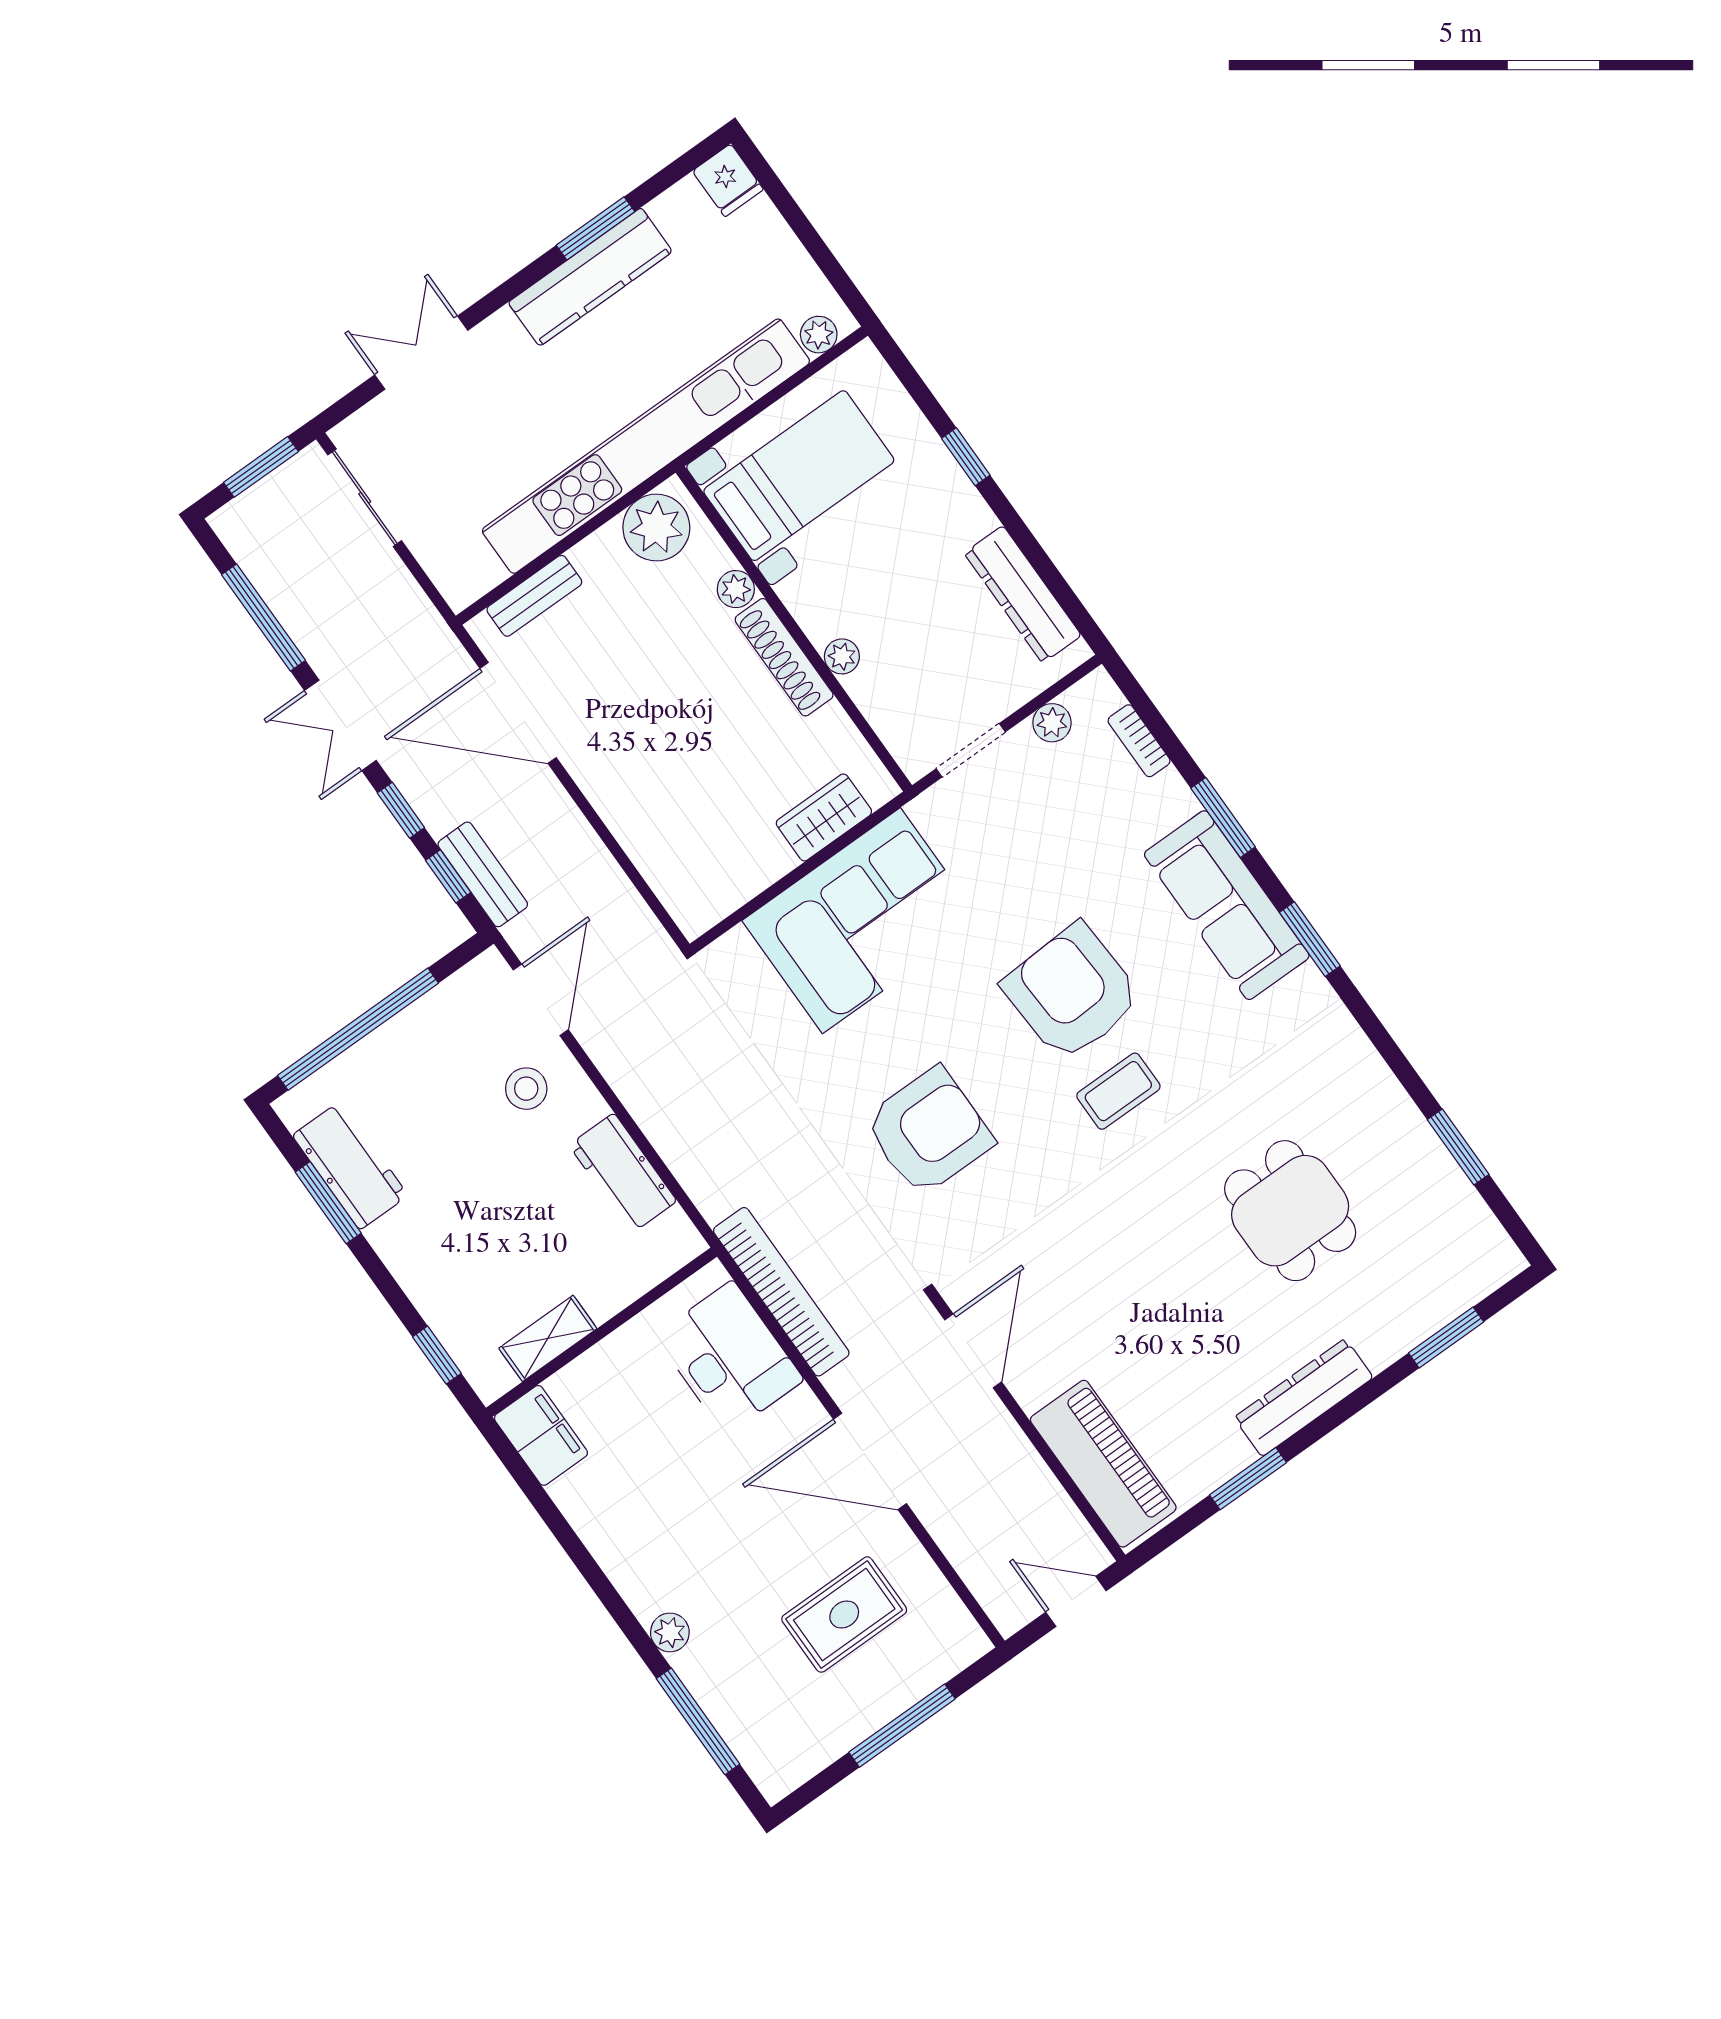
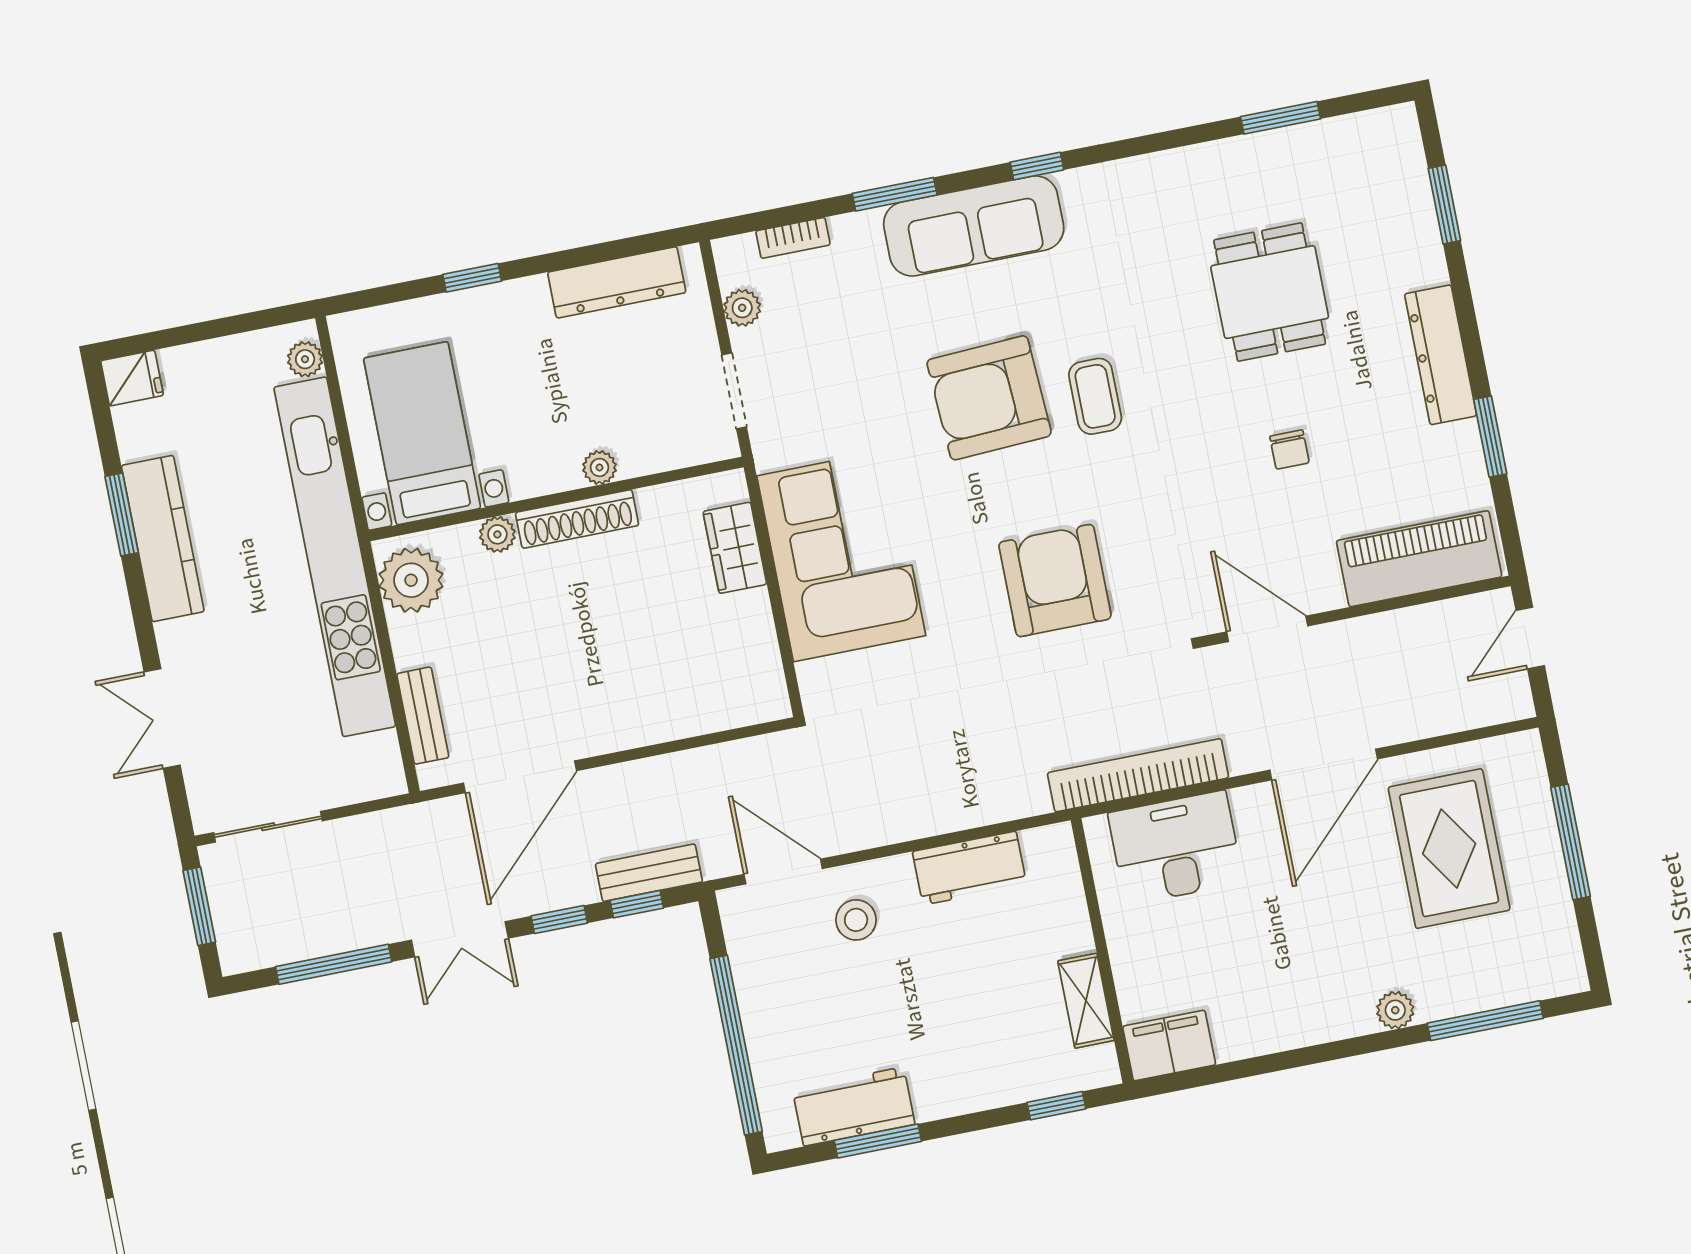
window: (1310, 939) -> (1037, 166), width x0.67
dining table: (1290, 1211) -> (1270, 292), turned 90
chair: (1151, 1296) -> (1289, 449), added
rug: (844, 1615) -> (1449, 849), width x1.36, depth x1.43

